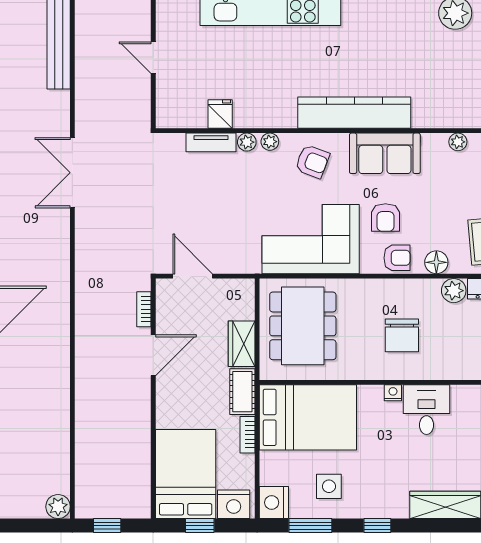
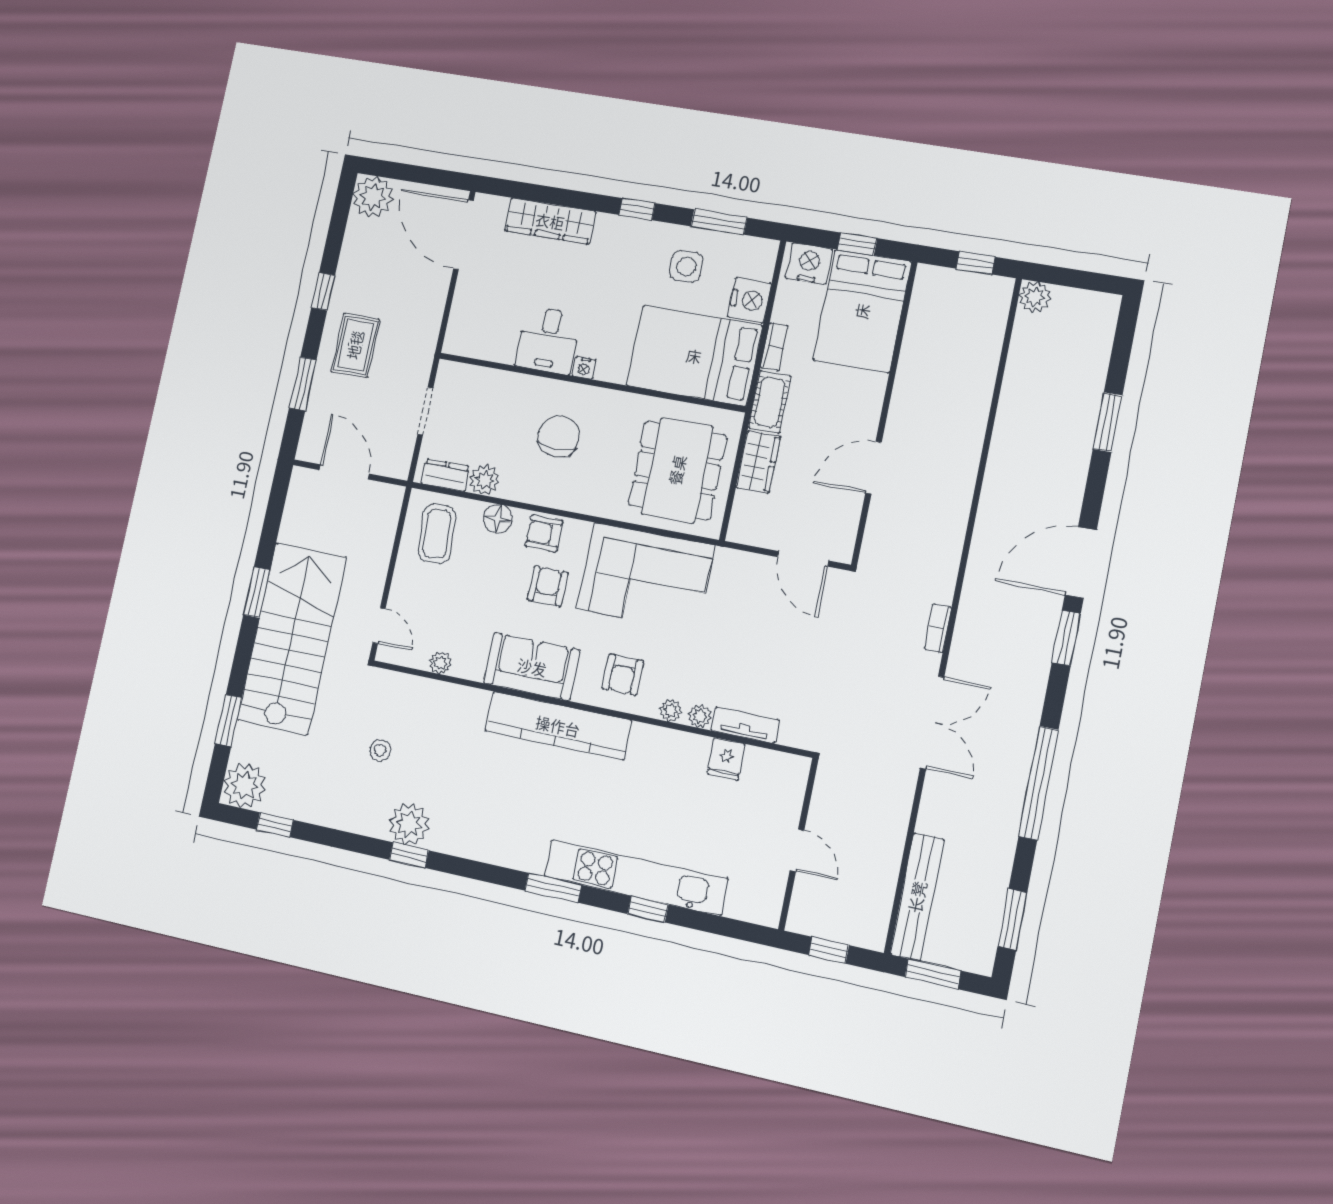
armchair: (312, 161) -> (623, 675), turned -111
bookcase: (144, 309) -> (938, 628), moved, turned 180
nightstand: (274, 503) -> (750, 300), moved

